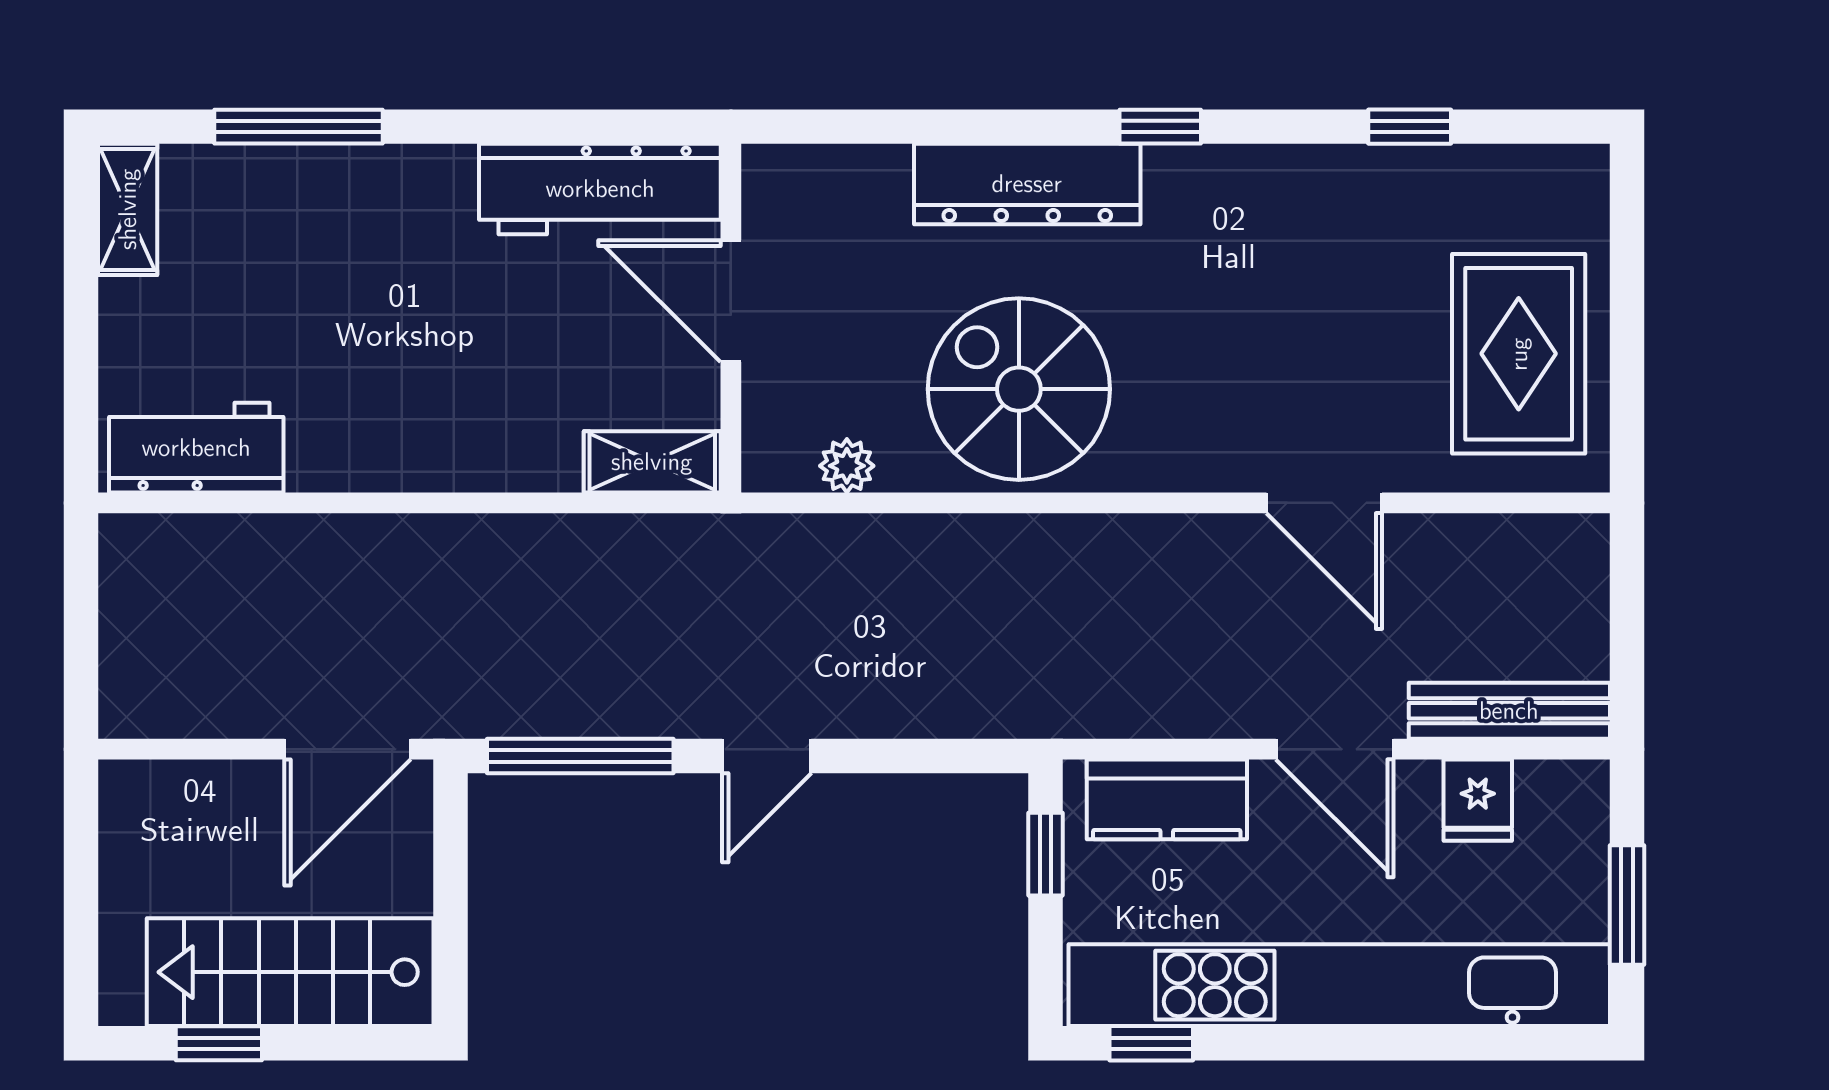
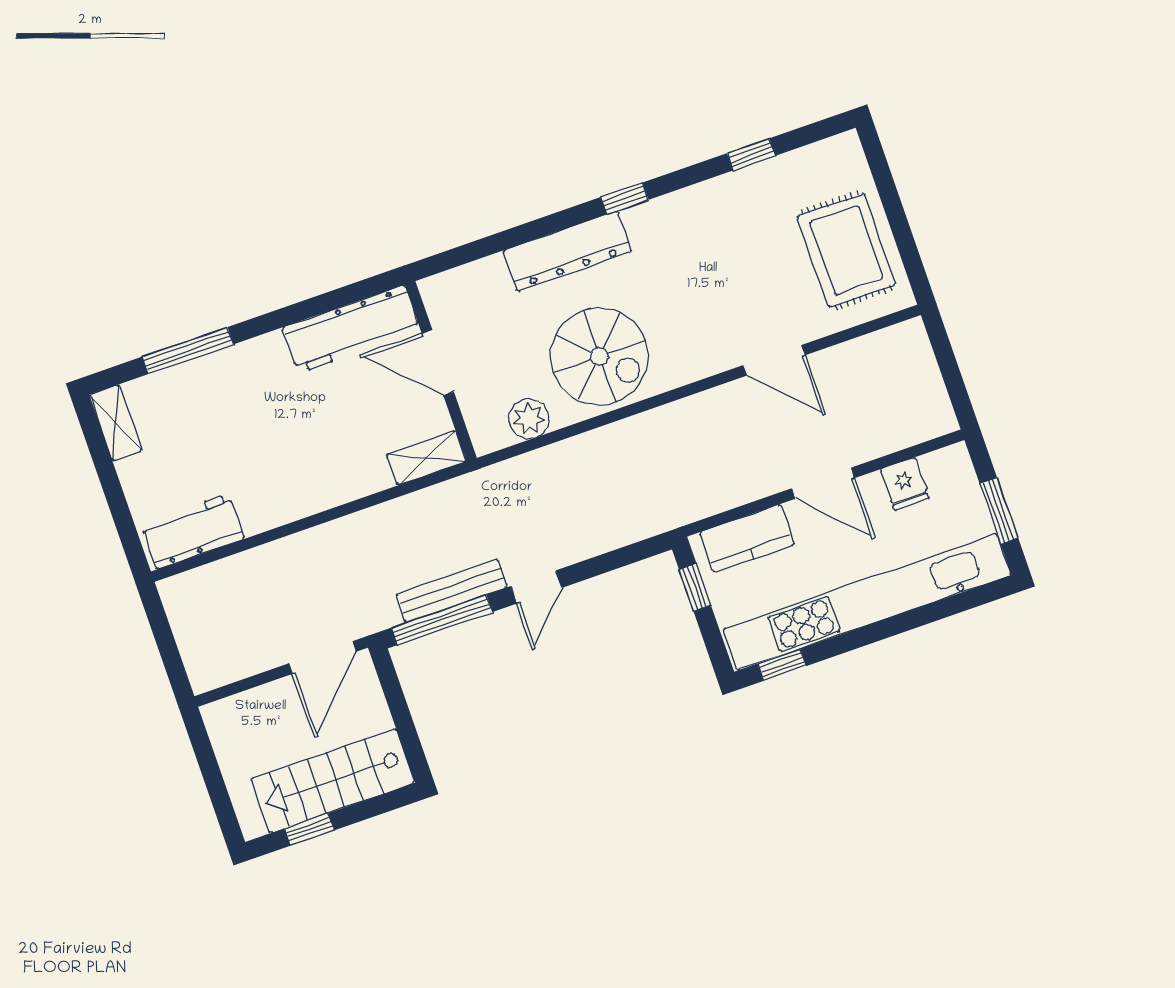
spiral stairs: (1019, 389) -> (599, 356), turned 180
plant: (847, 466) -> (529, 419), width x1.38, depth x1.38
bench: (1509, 711) -> (452, 591), moved

